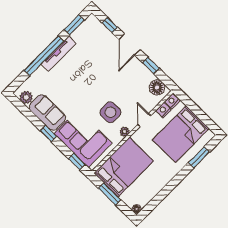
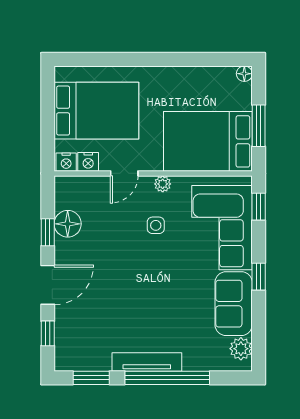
floor lamp: (157, 87) -> (68, 224), moved
side table: (110, 112) -> (156, 225), width x0.54, depth x0.54
window: (199, 157) -> (103, 59), removed

